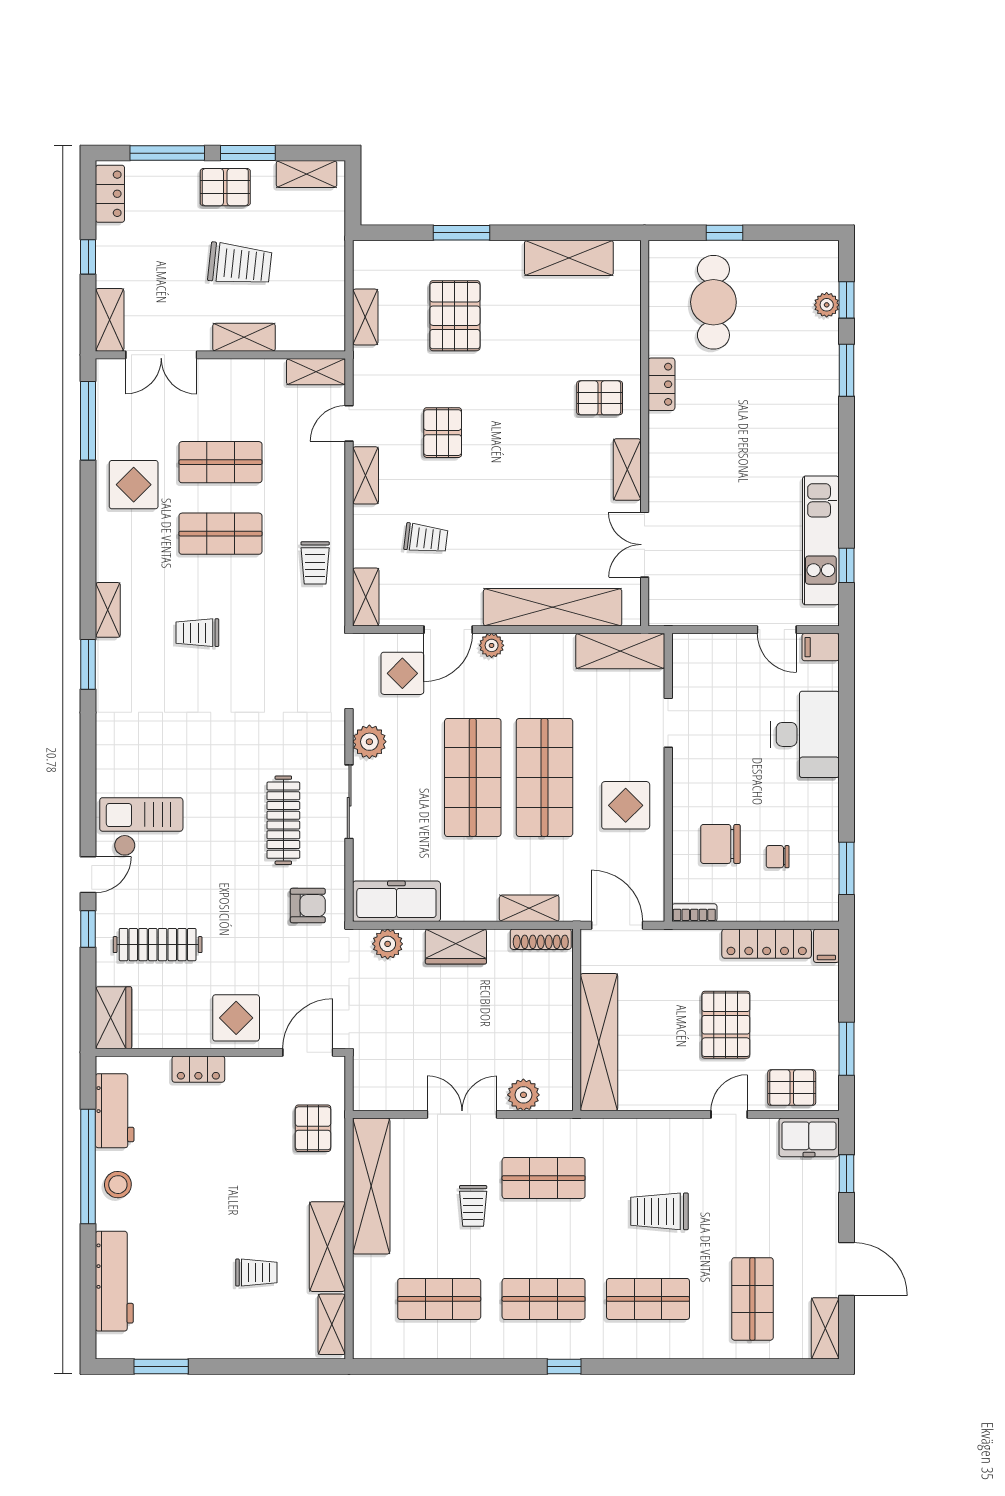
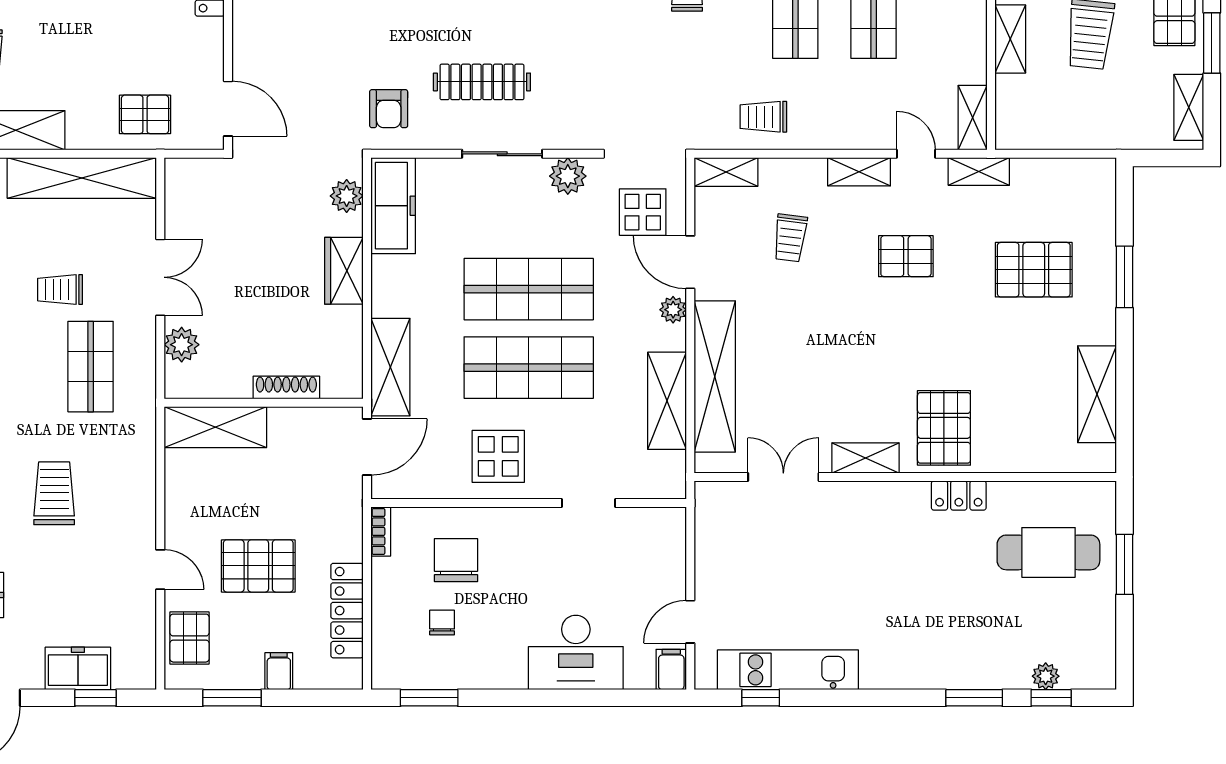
window: (724, 233) -> (1124, 564), width x1.50
shelving: (365, 317) -> (979, 171), moved
pallet: (600, 398) -> (944, 428), width x1.50, depth x1.42
shelving: (620, 651) -> (667, 401), moved
shelving: (529, 908) -> (390, 367), width x1.50, depth x1.33
shoe rack: (541, 939) -> (286, 387), moved, turned 90
filing cabinet: (826, 946) -> (279, 671), moved, turned 90
display table: (236, 1018) -> (266, 30), removed
shelving: (599, 1042) -> (215, 427), width x0.68
freezer: (809, 1137) -> (78, 668), moved, turned 90

